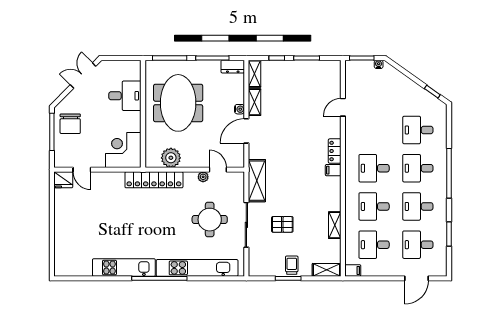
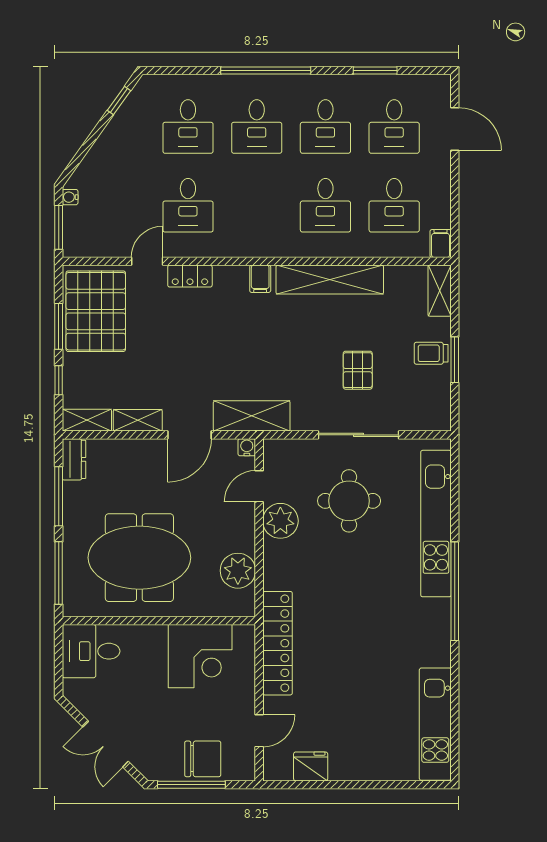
double door: (83, 76) -> (106, 744), moved
pallet: (315, 79) -> (96, 311), added
desk: (125, 96) -> (91, 651), moved, turned -90
door: (343, 107) -> (147, 261), swing flipped
water cooler: (239, 109) -> (247, 447), moved
chair: (70, 124) -> (203, 759), moved
door: (246, 131) -> (190, 435), hinge flipped
corner desk: (123, 150) -> (200, 656), moved, turned -90
locker: (335, 151) -> (190, 276), moved
desk: (374, 168) -> (188, 205), moved
plant: (203, 177) -> (280, 521), width x1.88, depth x1.88
fridge: (63, 180) -> (311, 766), moved, turned -90
locker: (154, 180) -> (277, 643), moved
shelving: (257, 181) -> (252, 416), moved
shelving: (335, 225) -> (330, 280), width x2.20, depth x1.33
kitchen unit: (124, 268) -> (435, 724), moved

